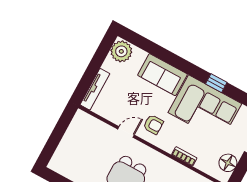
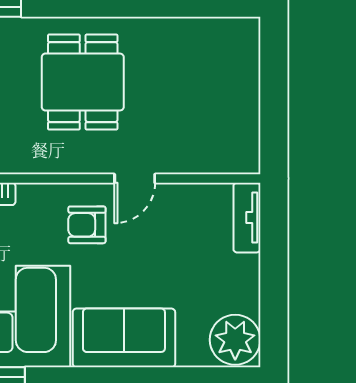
tv unit: (95, 89) -> (247, 218), width x0.71

